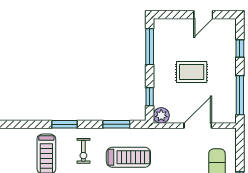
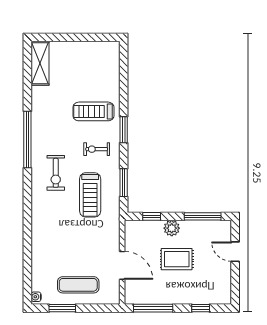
door: (203, 15) -> (235, 252), moved
rug: (192, 72) -> (177, 259), turned 90
plant: (161, 115) -> (172, 228), moved

